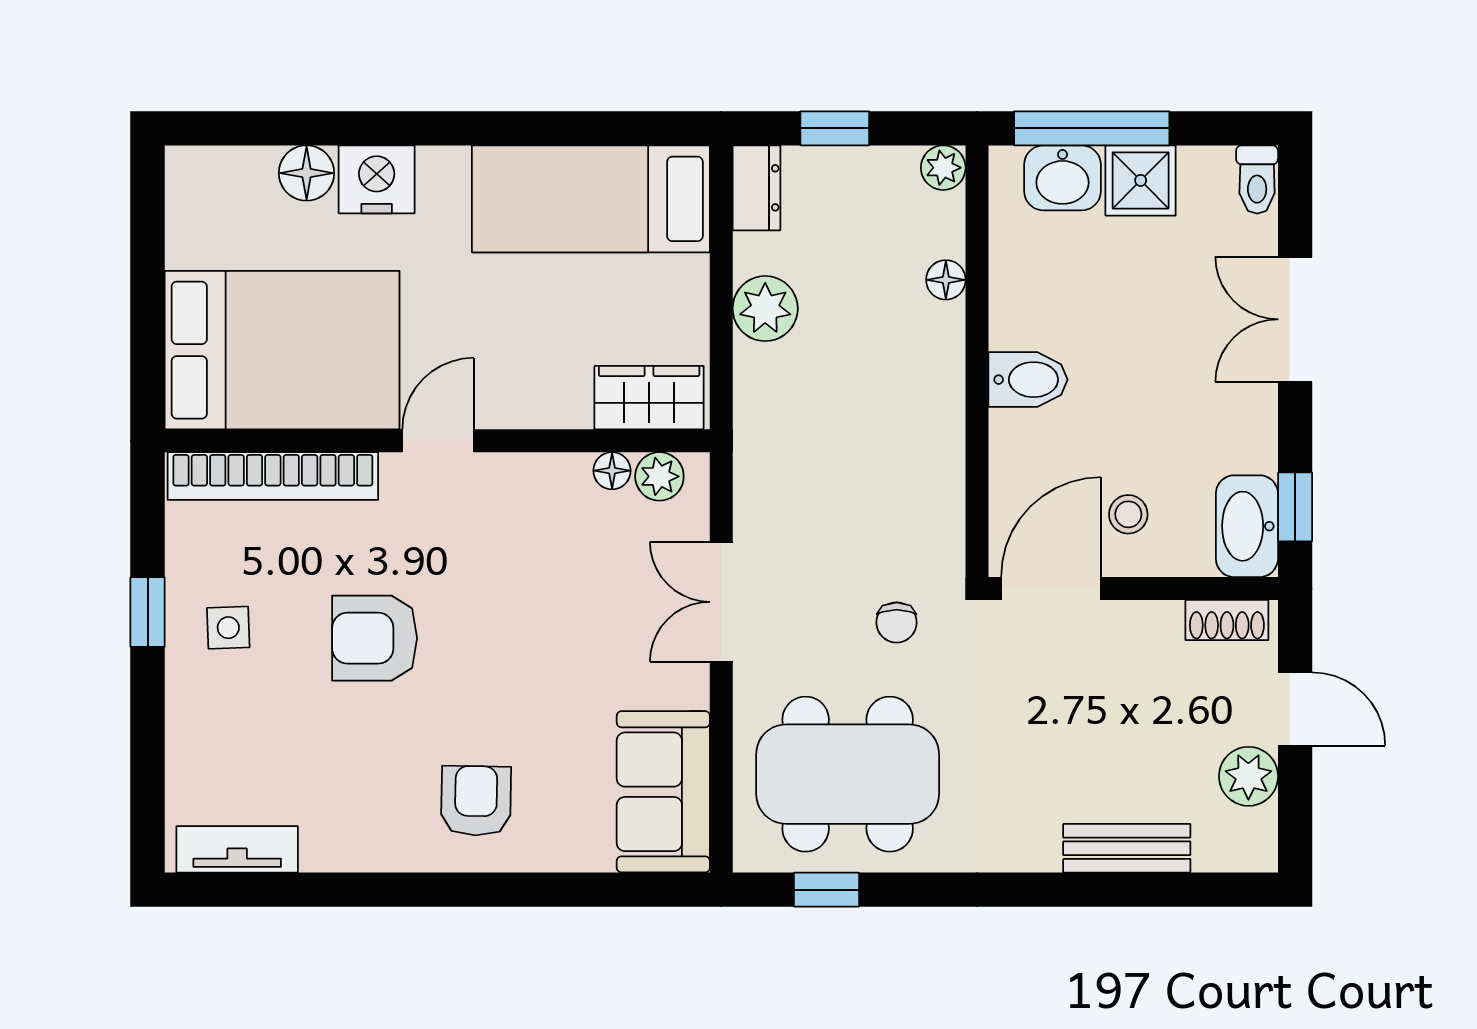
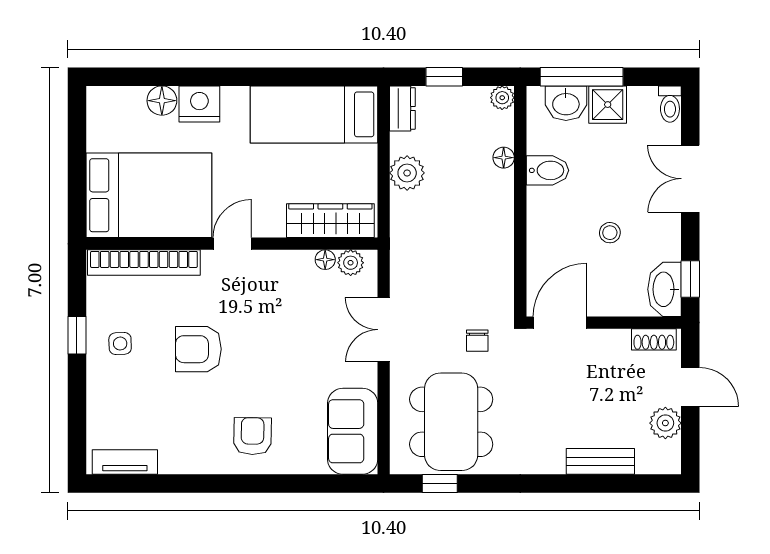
bidet: (1028, 380) -> (547, 170), moved
wardrobe: (649, 398) -> (330, 221), width x1.50
stool: (1128, 514) -> (610, 233), moved
dining table: (848, 774) -> (451, 422), turned 90

